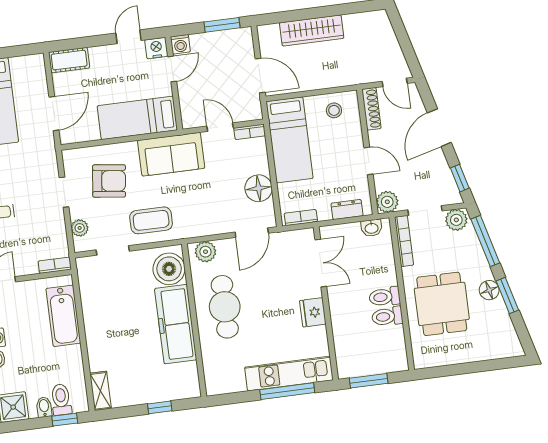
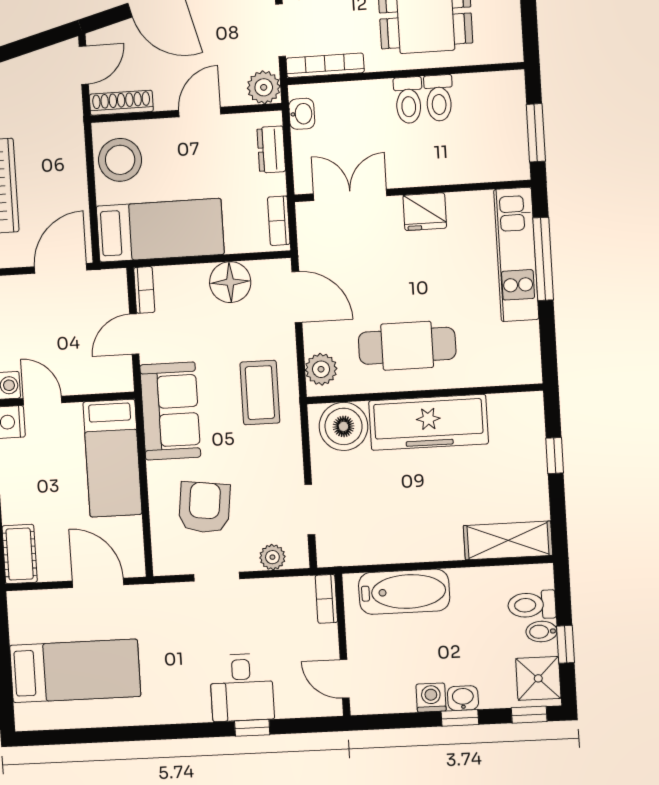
stool: (334, 110) -> (120, 160), width x1.89, depth x1.89
coffee table: (151, 220) -> (260, 393), moved
shelving: (100, 391) -> (508, 540), width x1.50, depth x1.33
window: (65, 420) -> (566, 644), moved

